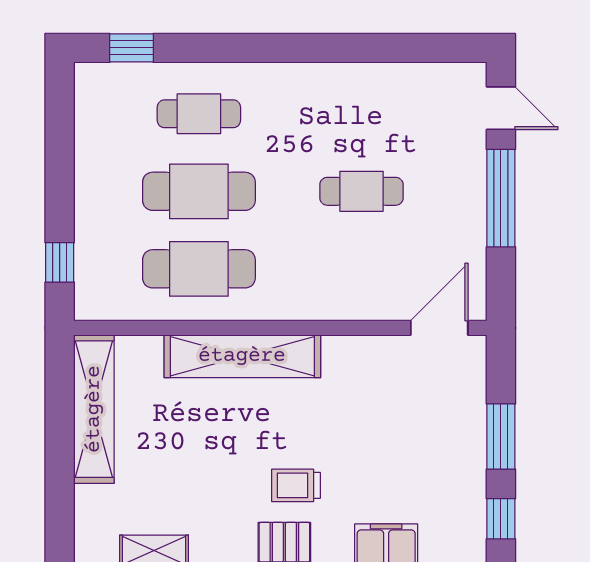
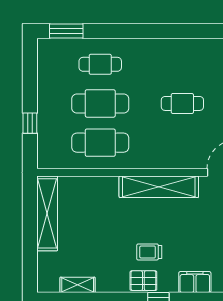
window: (132, 48) -> (66, 31), width x1.50
window: (60, 262) -> (30, 123), moved
shelving: (242, 356) -> (159, 187), moved

